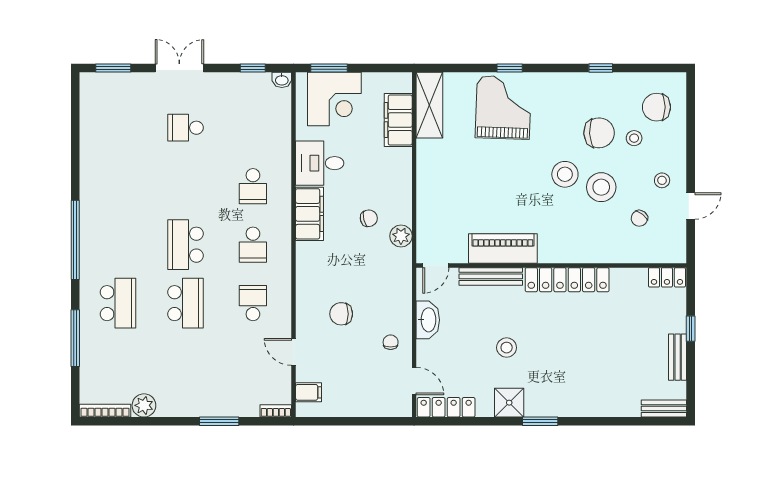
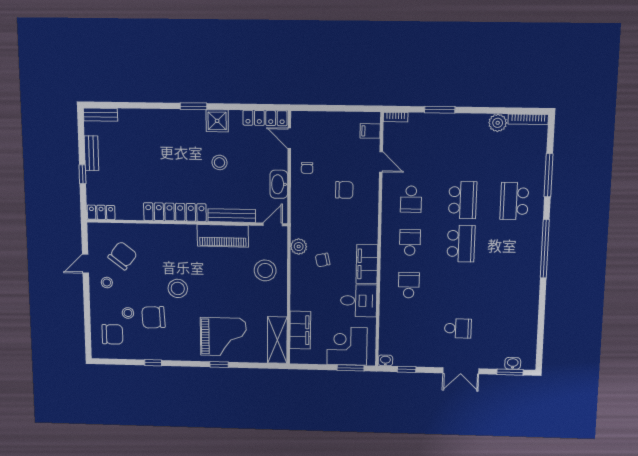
washbasin: (110, 80) -> (513, 363), added
grand piano: (503, 108) -> (223, 337), turned -92
stool: (601, 187) -> (265, 270), moved
chair: (639, 218) -> (123, 256), width x1.87, depth x1.87
school desk: (185, 303) -> (463, 200), turned 180

